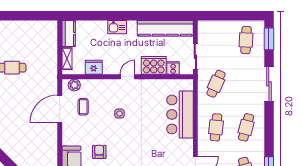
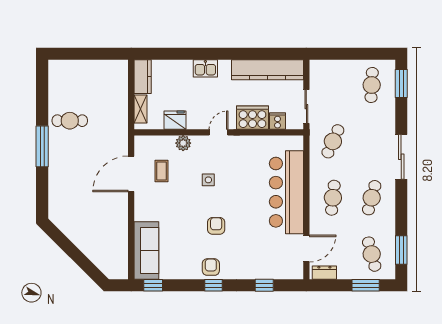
sliding door: (269, 84) -> (401, 157), moved
plant: (74, 85) -> (183, 143), moved
bar counter: (180, 114) -> (286, 192), width x1.36
armchair: (99, 152) -> (216, 226), moved

